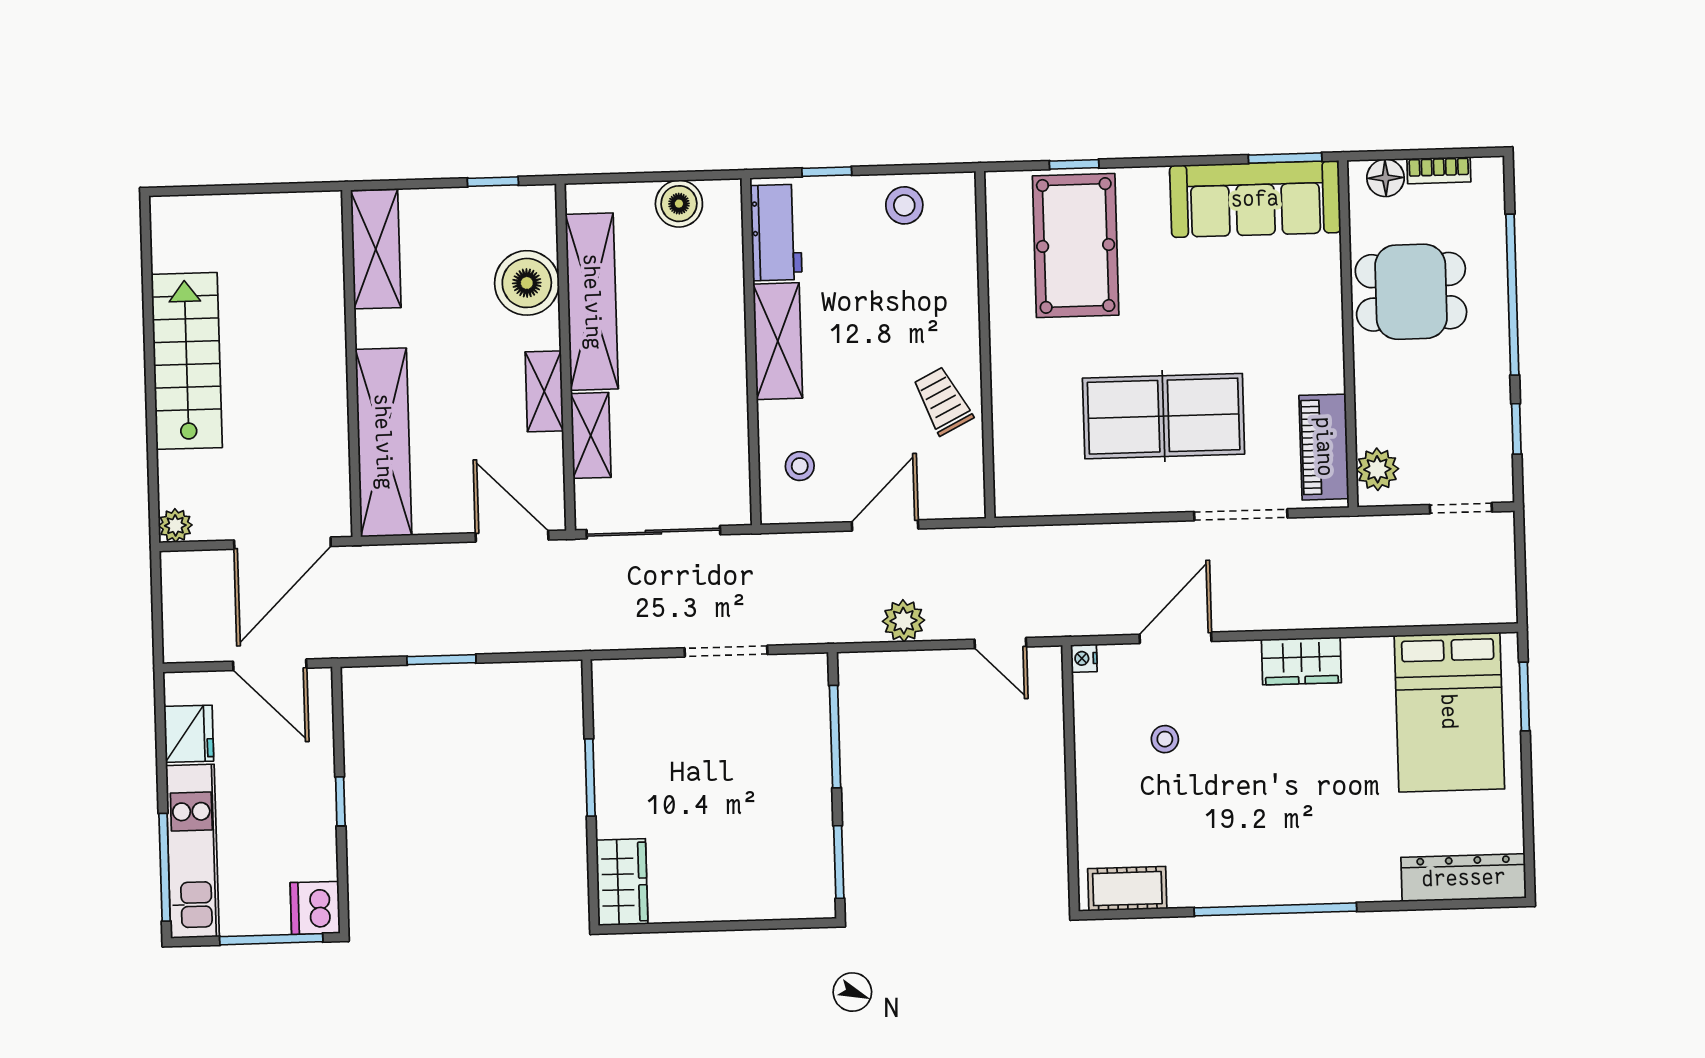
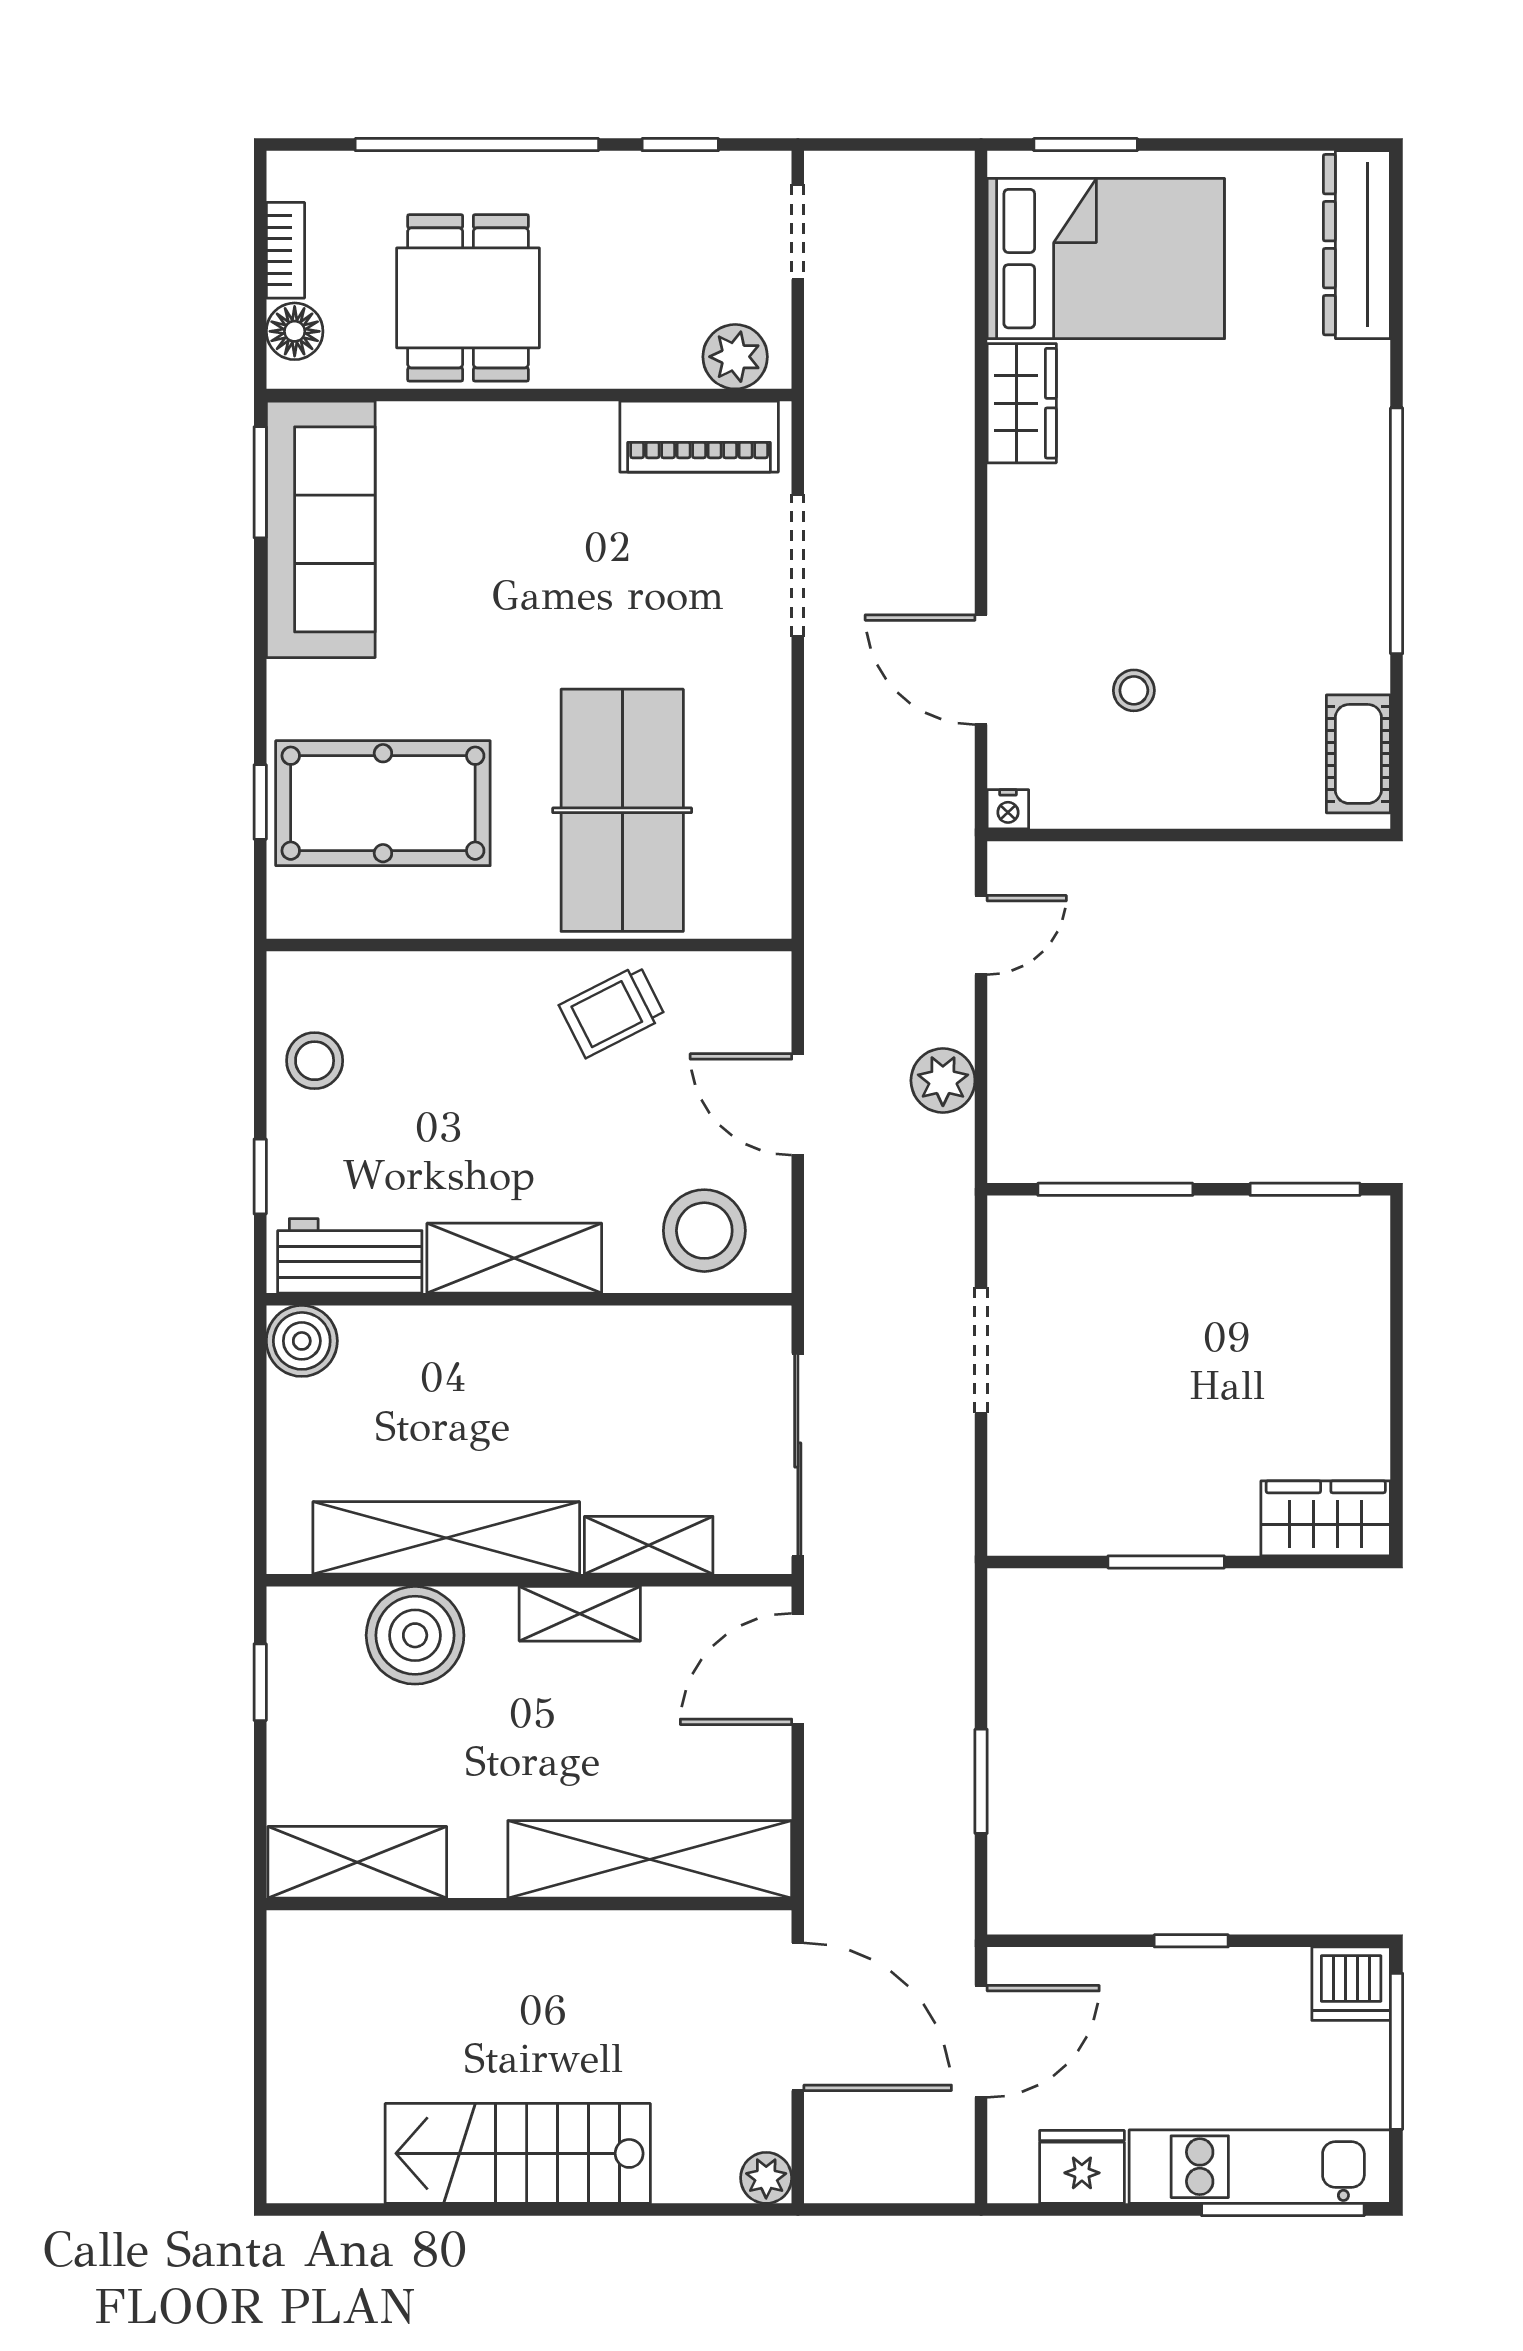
boiler: (679, 204) -> (302, 1341), moved
table tennis table: (1164, 416) -> (622, 810), moved
stool: (800, 466) -> (704, 1231), width x1.89, depth x1.89
wardrobe: (1301, 661) -> (1022, 403), moved

